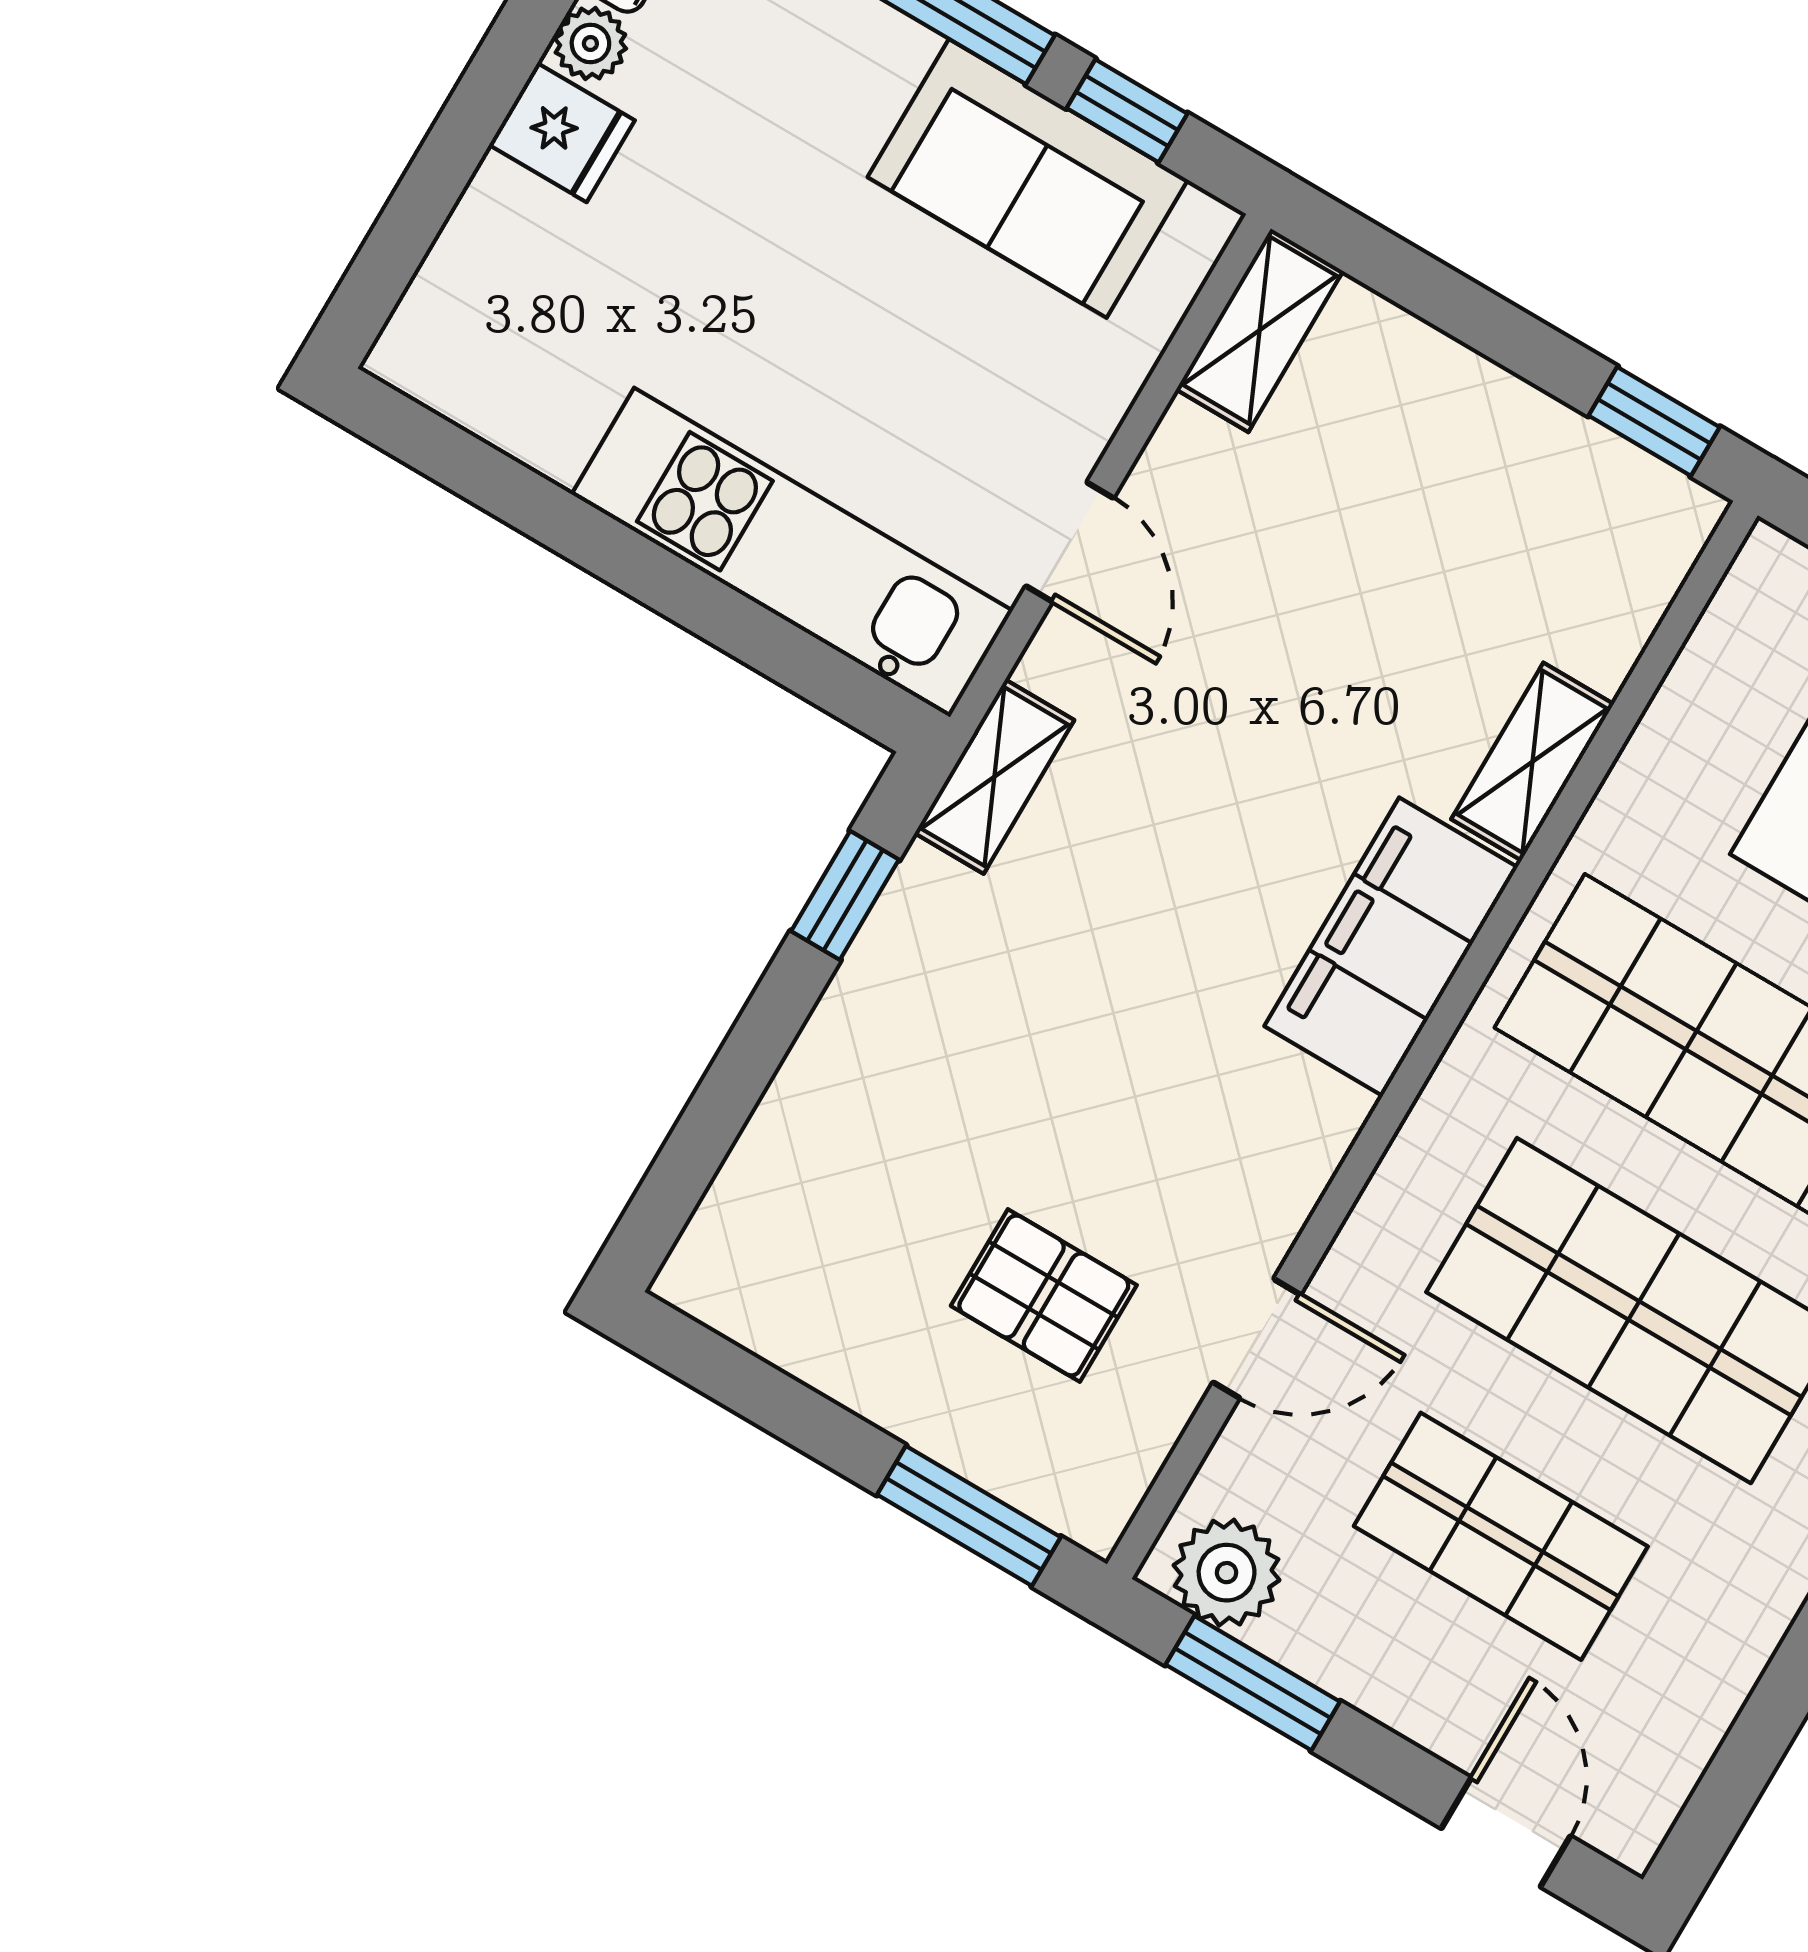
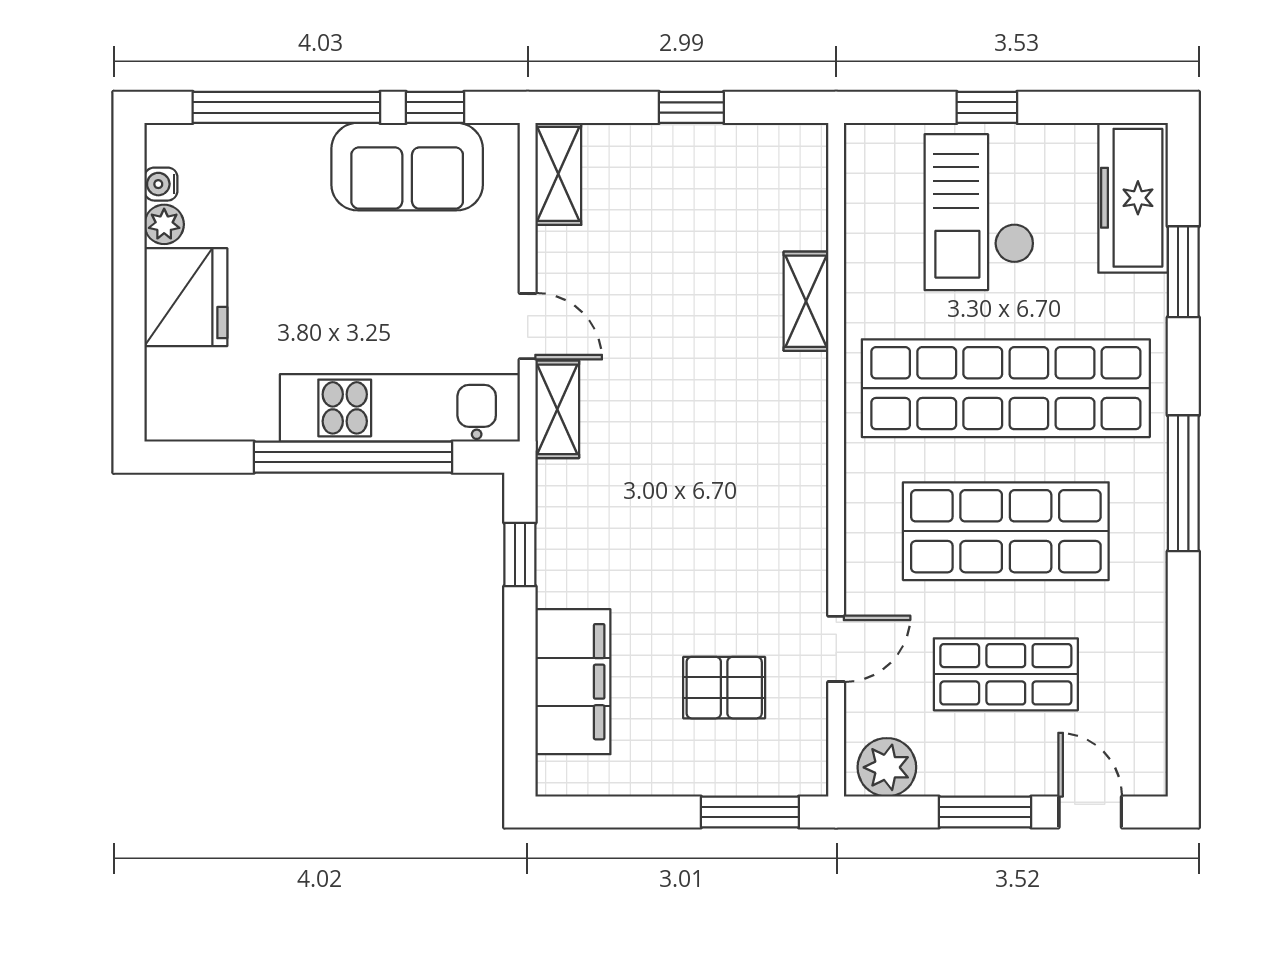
fridge: (562, 133) -> (186, 297), width x1.88, depth x1.34
window: (1654, 421) -> (691, 107), moved
window: (672, 587) -> (353, 457), added
shelving: (994, 777) -> (557, 409), moved
filing cabinet: (1391, 947) -> (573, 682), moved, turned 180
window: (1253, 1683) -> (985, 812), moved

